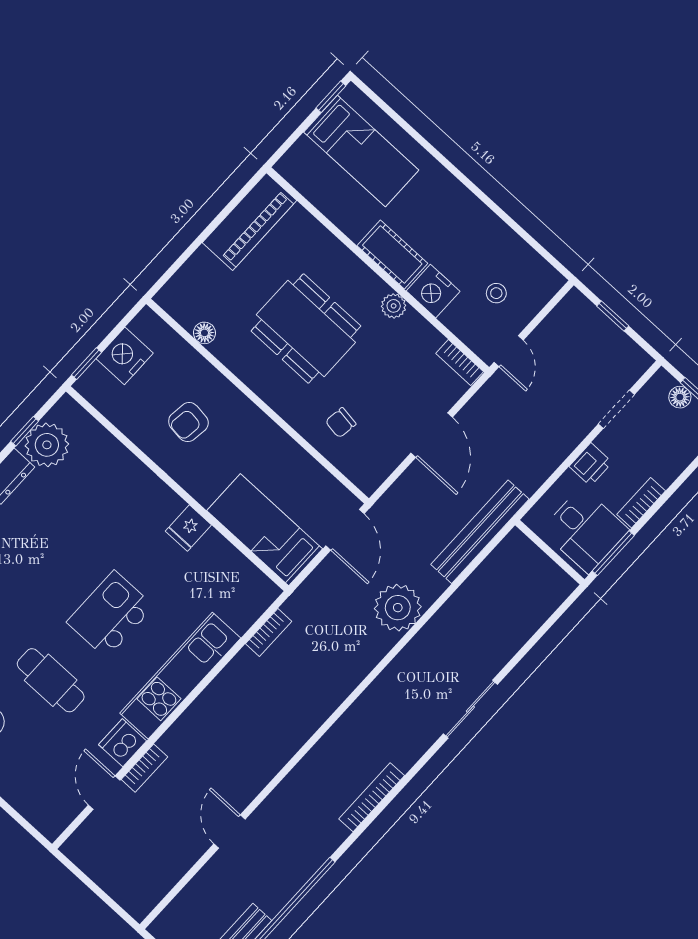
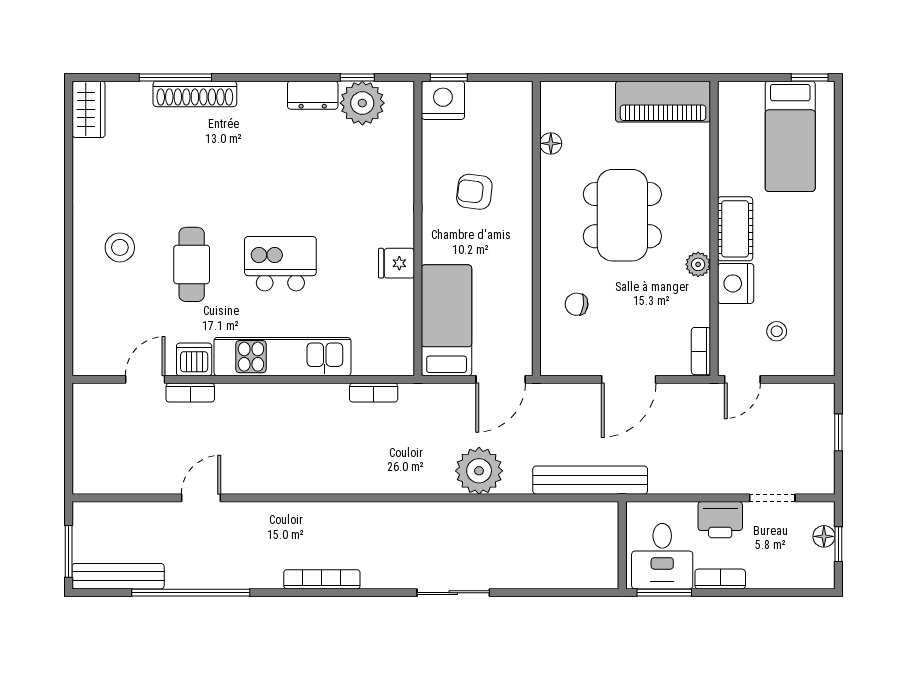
nightstand: (125, 356) -> (443, 100), moved
printer: (591, 464) -> (720, 520), width x1.36, depth x1.24

